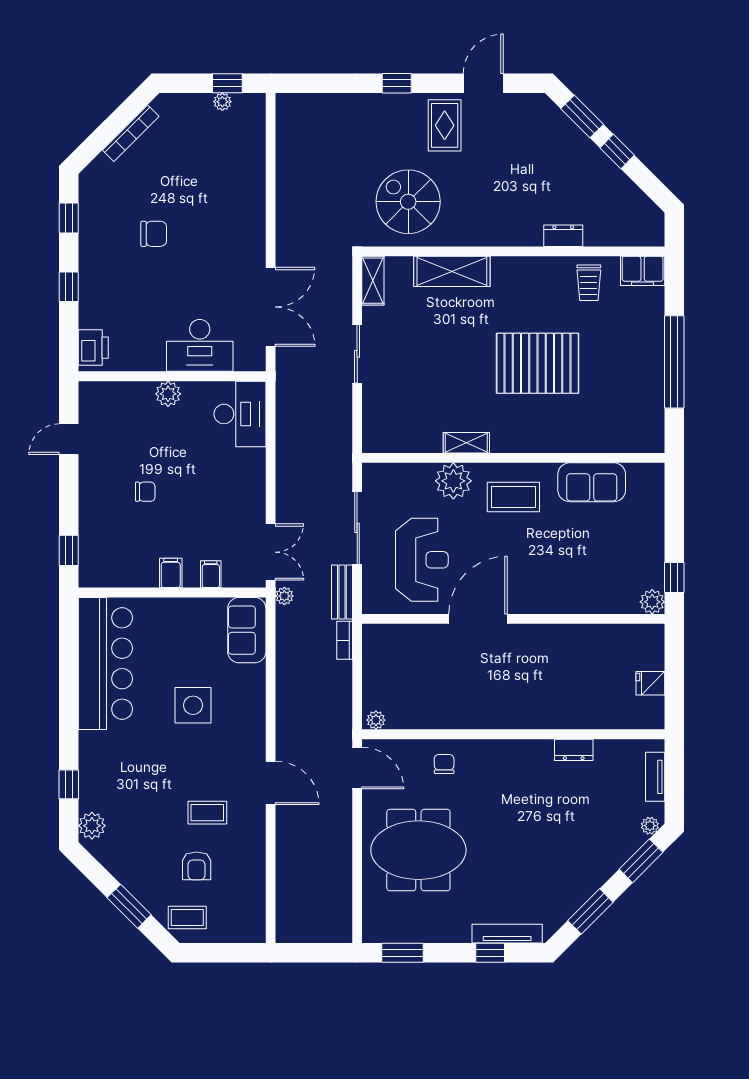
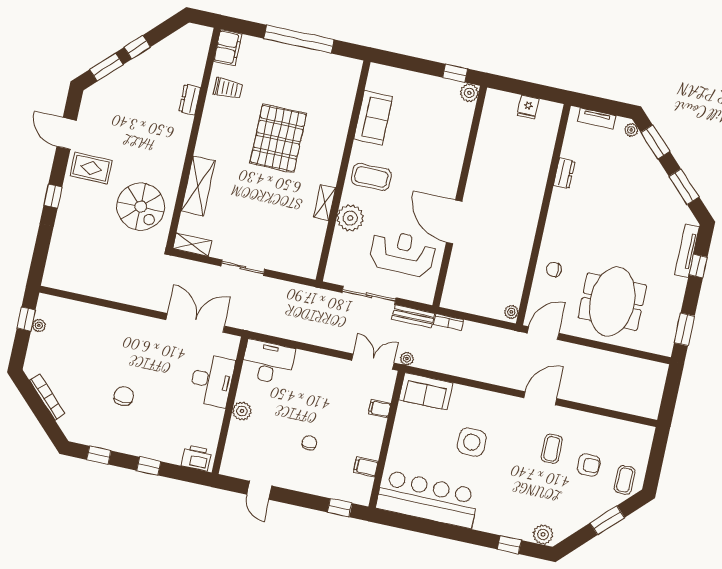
spiral stairs: (408, 202) -> (141, 207), turned -90
coffee table: (513, 497) -> (371, 177), turned 90
filing cabinet: (171, 573) -> (366, 467), moved

